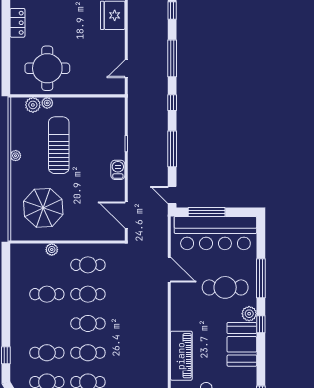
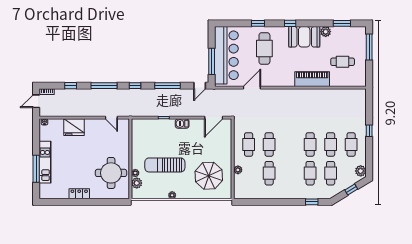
window: (261, 278) -> (258, 23), width x0.46
plant: (249, 314) -> (326, 32), moved
cafe table: (88, 323) -> (290, 144), removed

